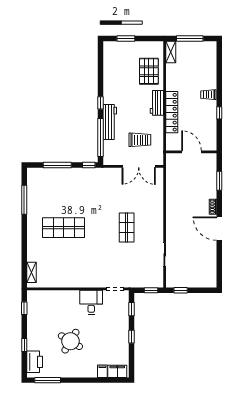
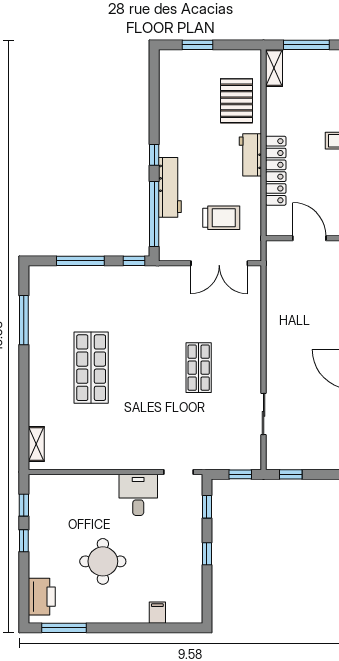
shop shelf: (64, 228) -> (91, 368), turned 90
round table: (70, 341) -> (103, 561), turned -31
window: (24, 345) -> (24, 541), moved
filing cabinet: (117, 371) -> (183, 613), removed

